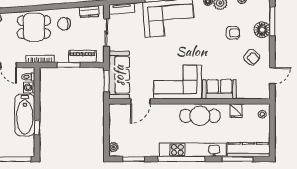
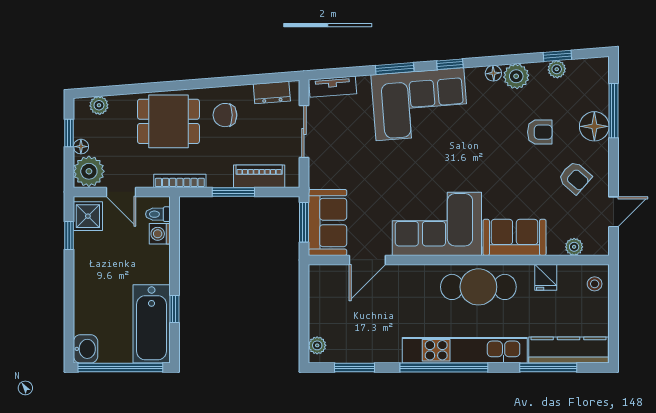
sofa: (119, 75) -> (327, 222), width x0.73
plant: (251, 94) -> (574, 247), added
bathtub: (25, 115) -> (152, 324), moved

